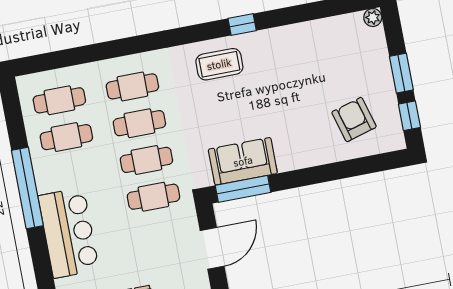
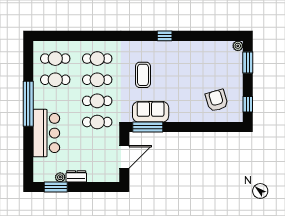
coffee table: (219, 64) -> (143, 75), moved, turned 90
window: (401, 73) -> (248, 62), moved

